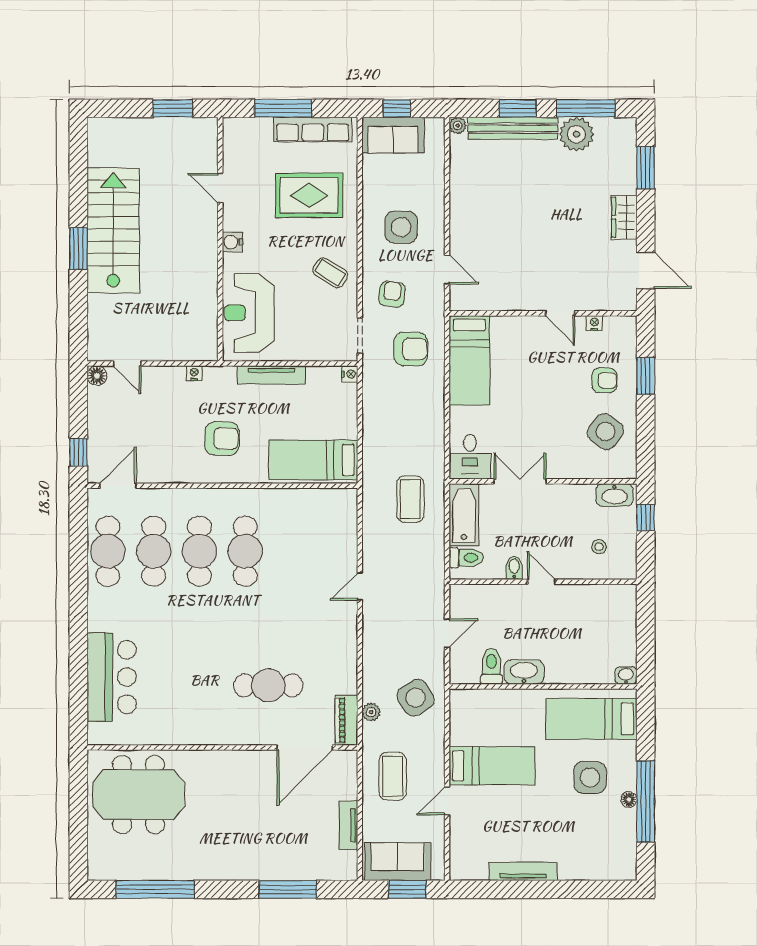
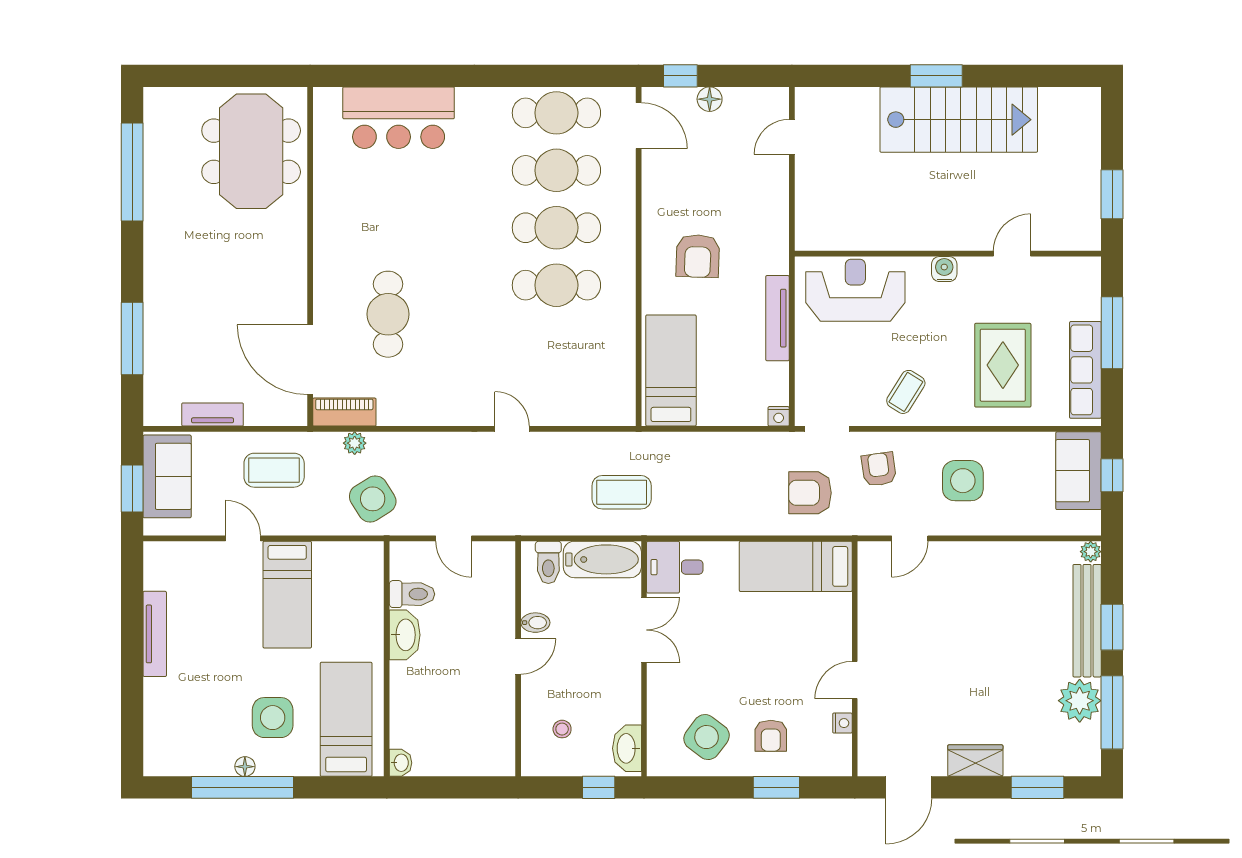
armchair: (392, 294) -> (879, 469), turned -106
armchair: (411, 349) -> (810, 493), turned 90
nightstand: (194, 373) -> (780, 221), removed
floor lamp: (97, 376) -> (710, 99), moved

